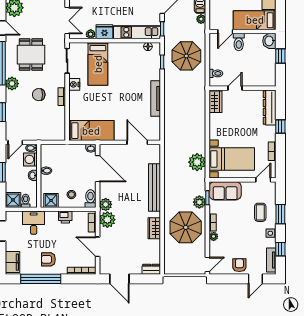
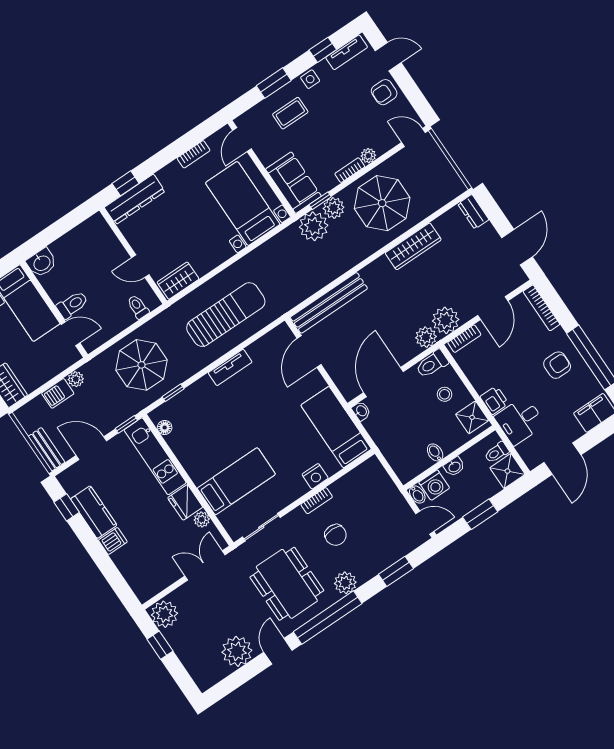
dining table: (31, 55) -> (287, 584), width x1.38
window: (280, 56) -> (52, 233), removed
nightstand: (74, 84) -> (315, 476), moved
tv unit: (156, 98) -> (230, 367), width x0.71
sun lounger: (183, 114) -> (226, 315), added
window: (280, 127) -> (126, 183), moved
plant: (197, 162) -> (314, 226), moved
door: (263, 180) -> (242, 140), hinge flipped
bench: (155, 188) -> (329, 303), moved
printer: (65, 217) -> (494, 400), moved
wardrobe: (154, 228) -> (413, 246), width x1.50
armchair: (48, 259) -> (557, 365), turned -90

